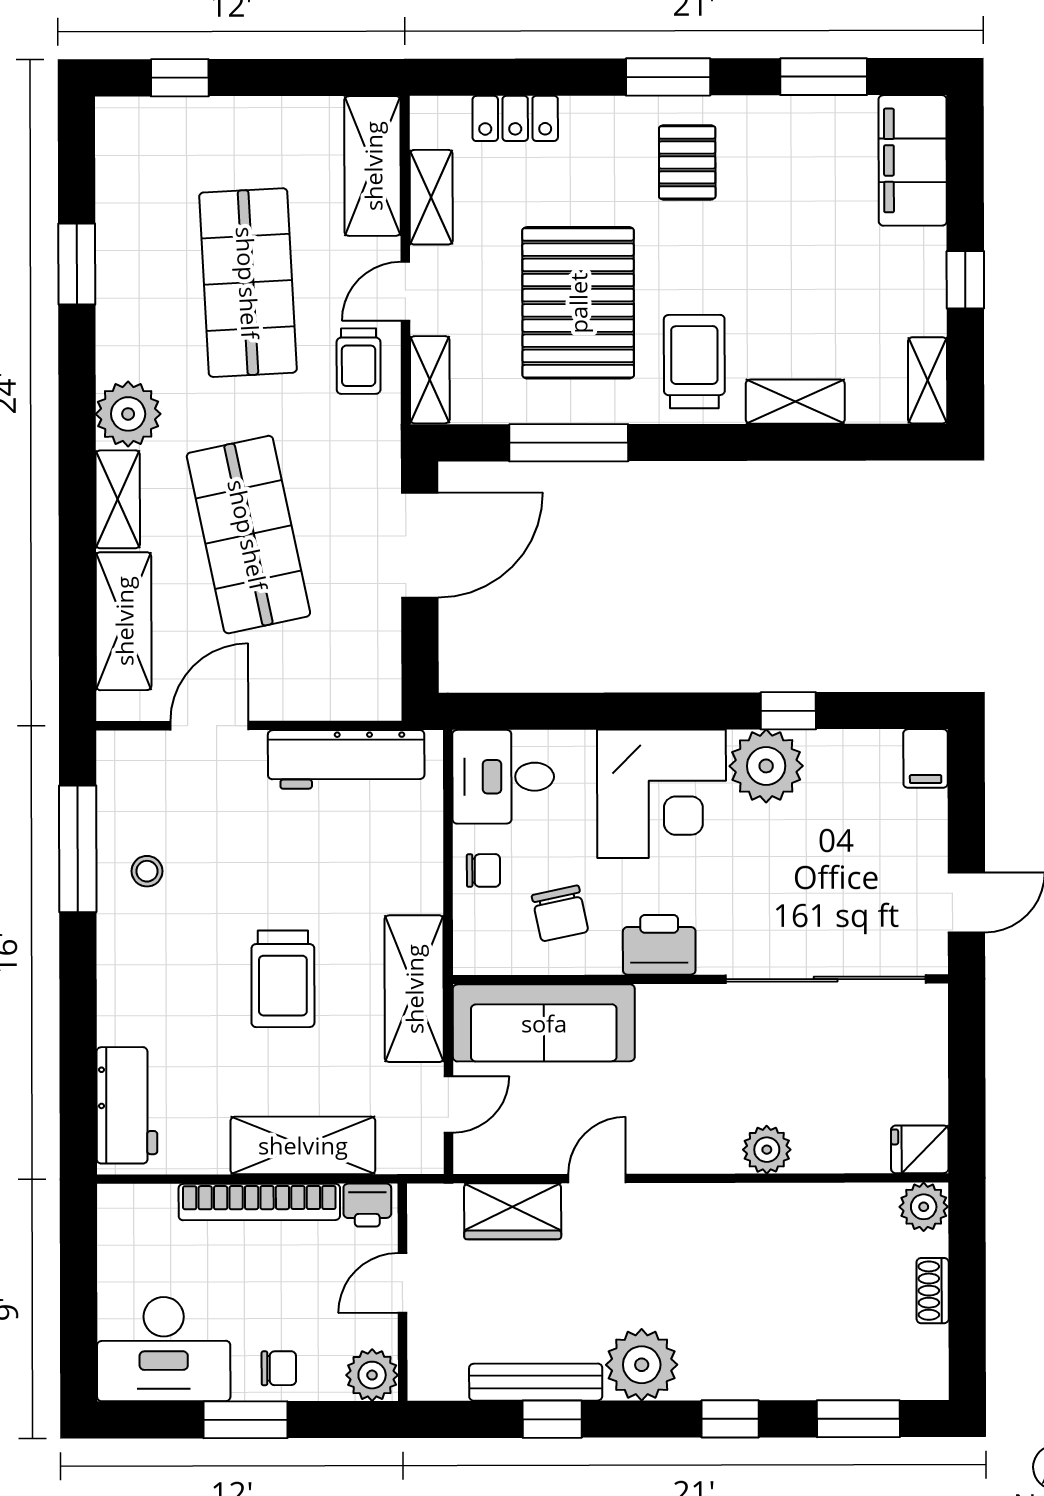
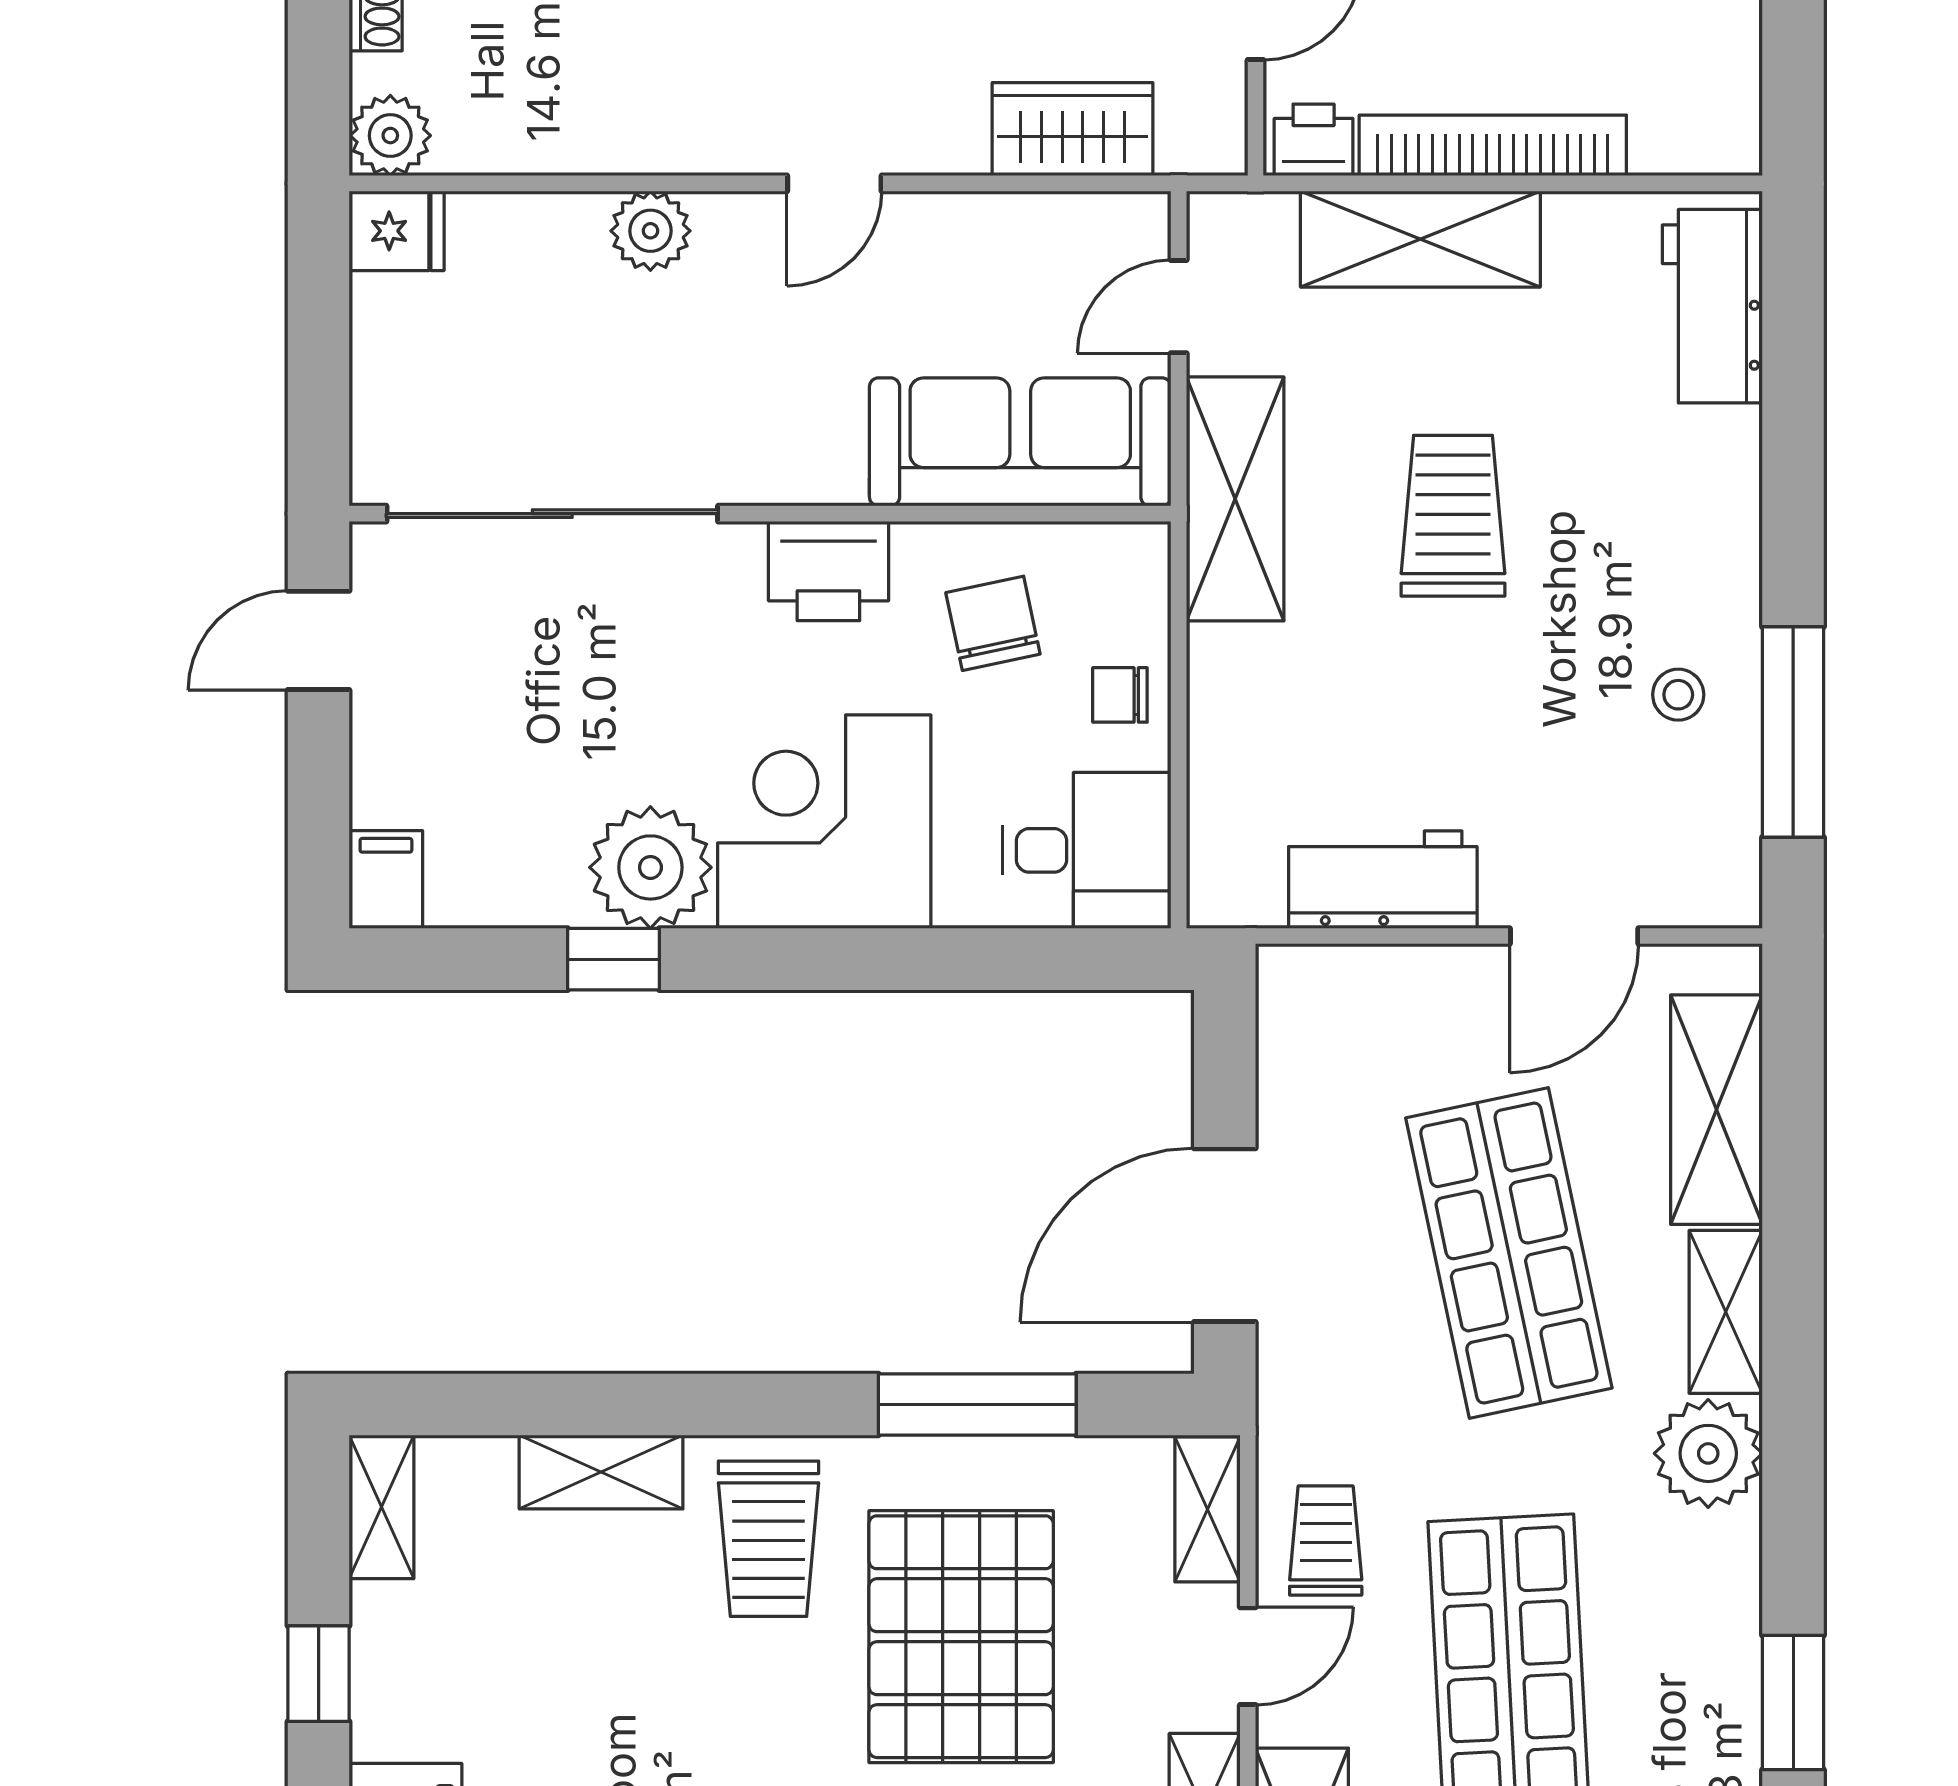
workbench: (346, 759) -> (1383, 880), width x0.73
door: (597, 1178) -> (834, 183), moved

